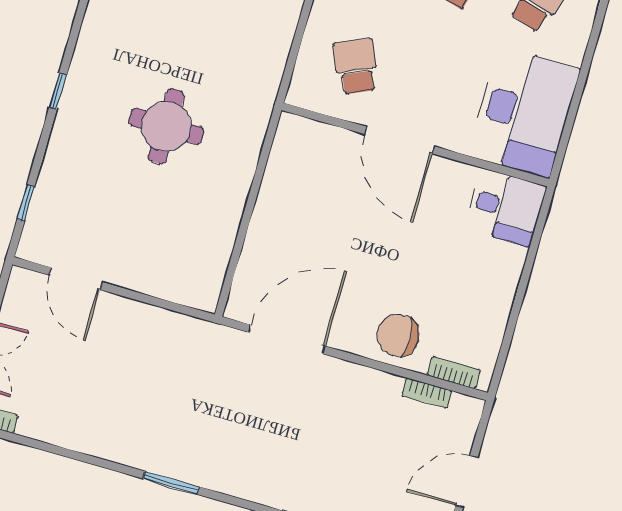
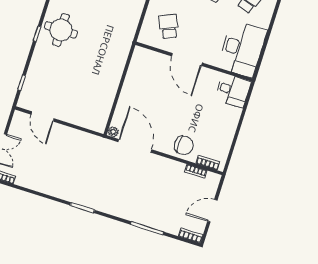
round table: (166, 126) -> (61, 30), moved
plant: (237, 309) -> (113, 132), added
chair: (398, 335) -> (184, 145), turned 180
door: (287, 339) -> (135, 146), hinge flipped

